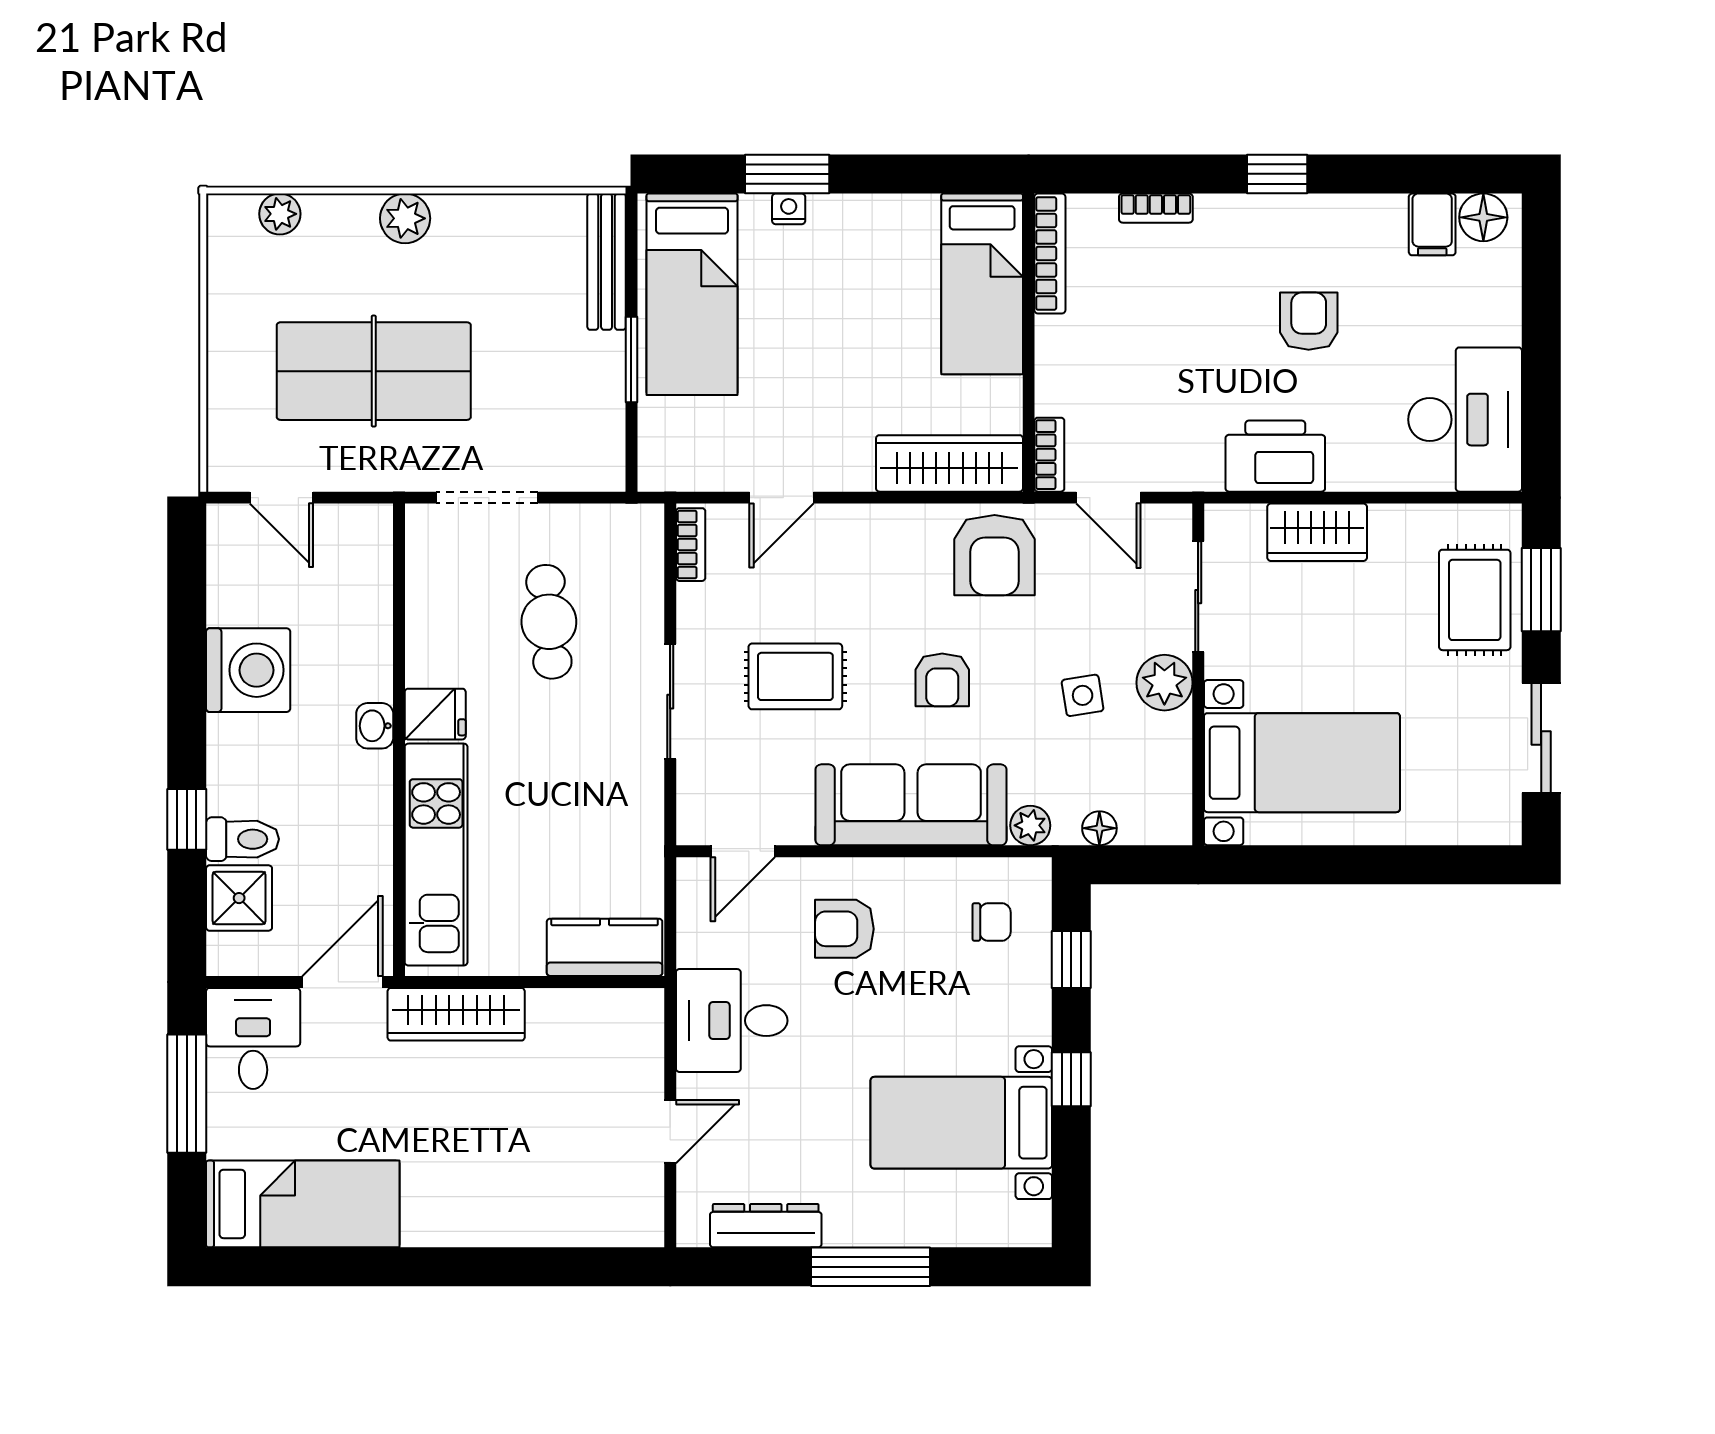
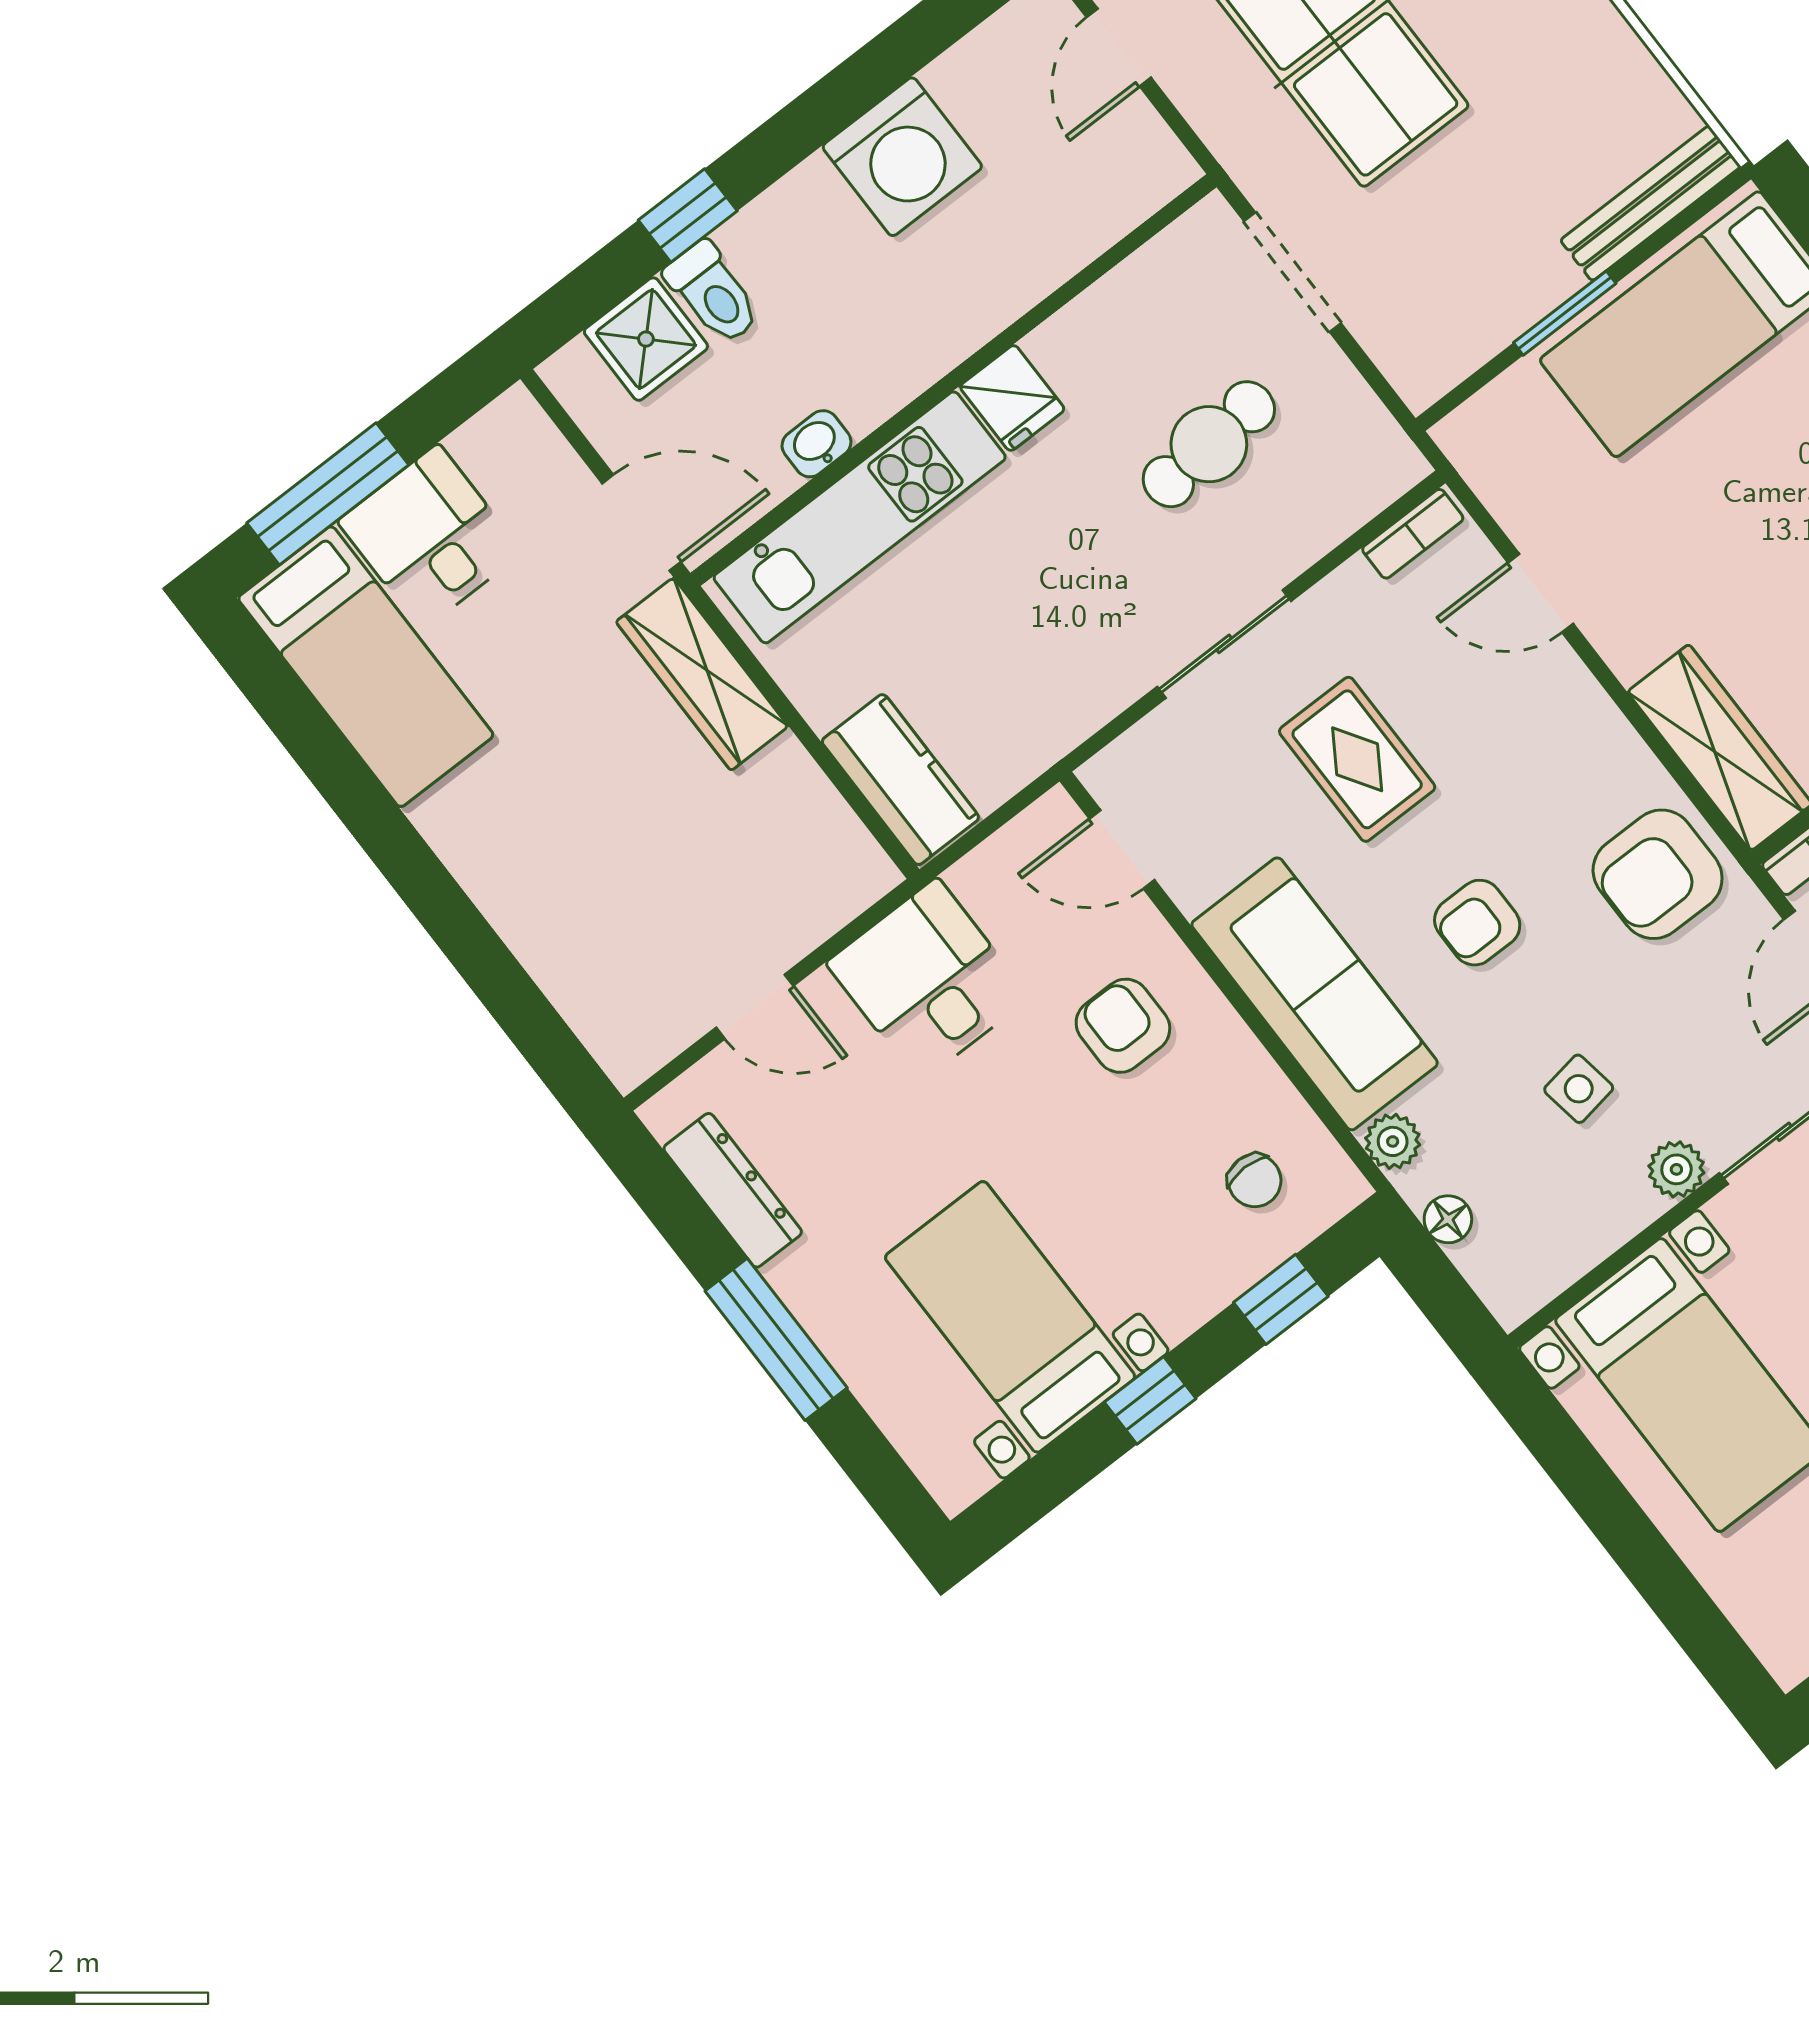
plant: (1164, 683) -> (1676, 1169), width x0.73, depth x0.73
washbasin: (375, 726) -> (816, 444), moved
desk: (253, 1038) -> (430, 537), moved, turned -90
window: (187, 1094) -> (328, 494), moved

